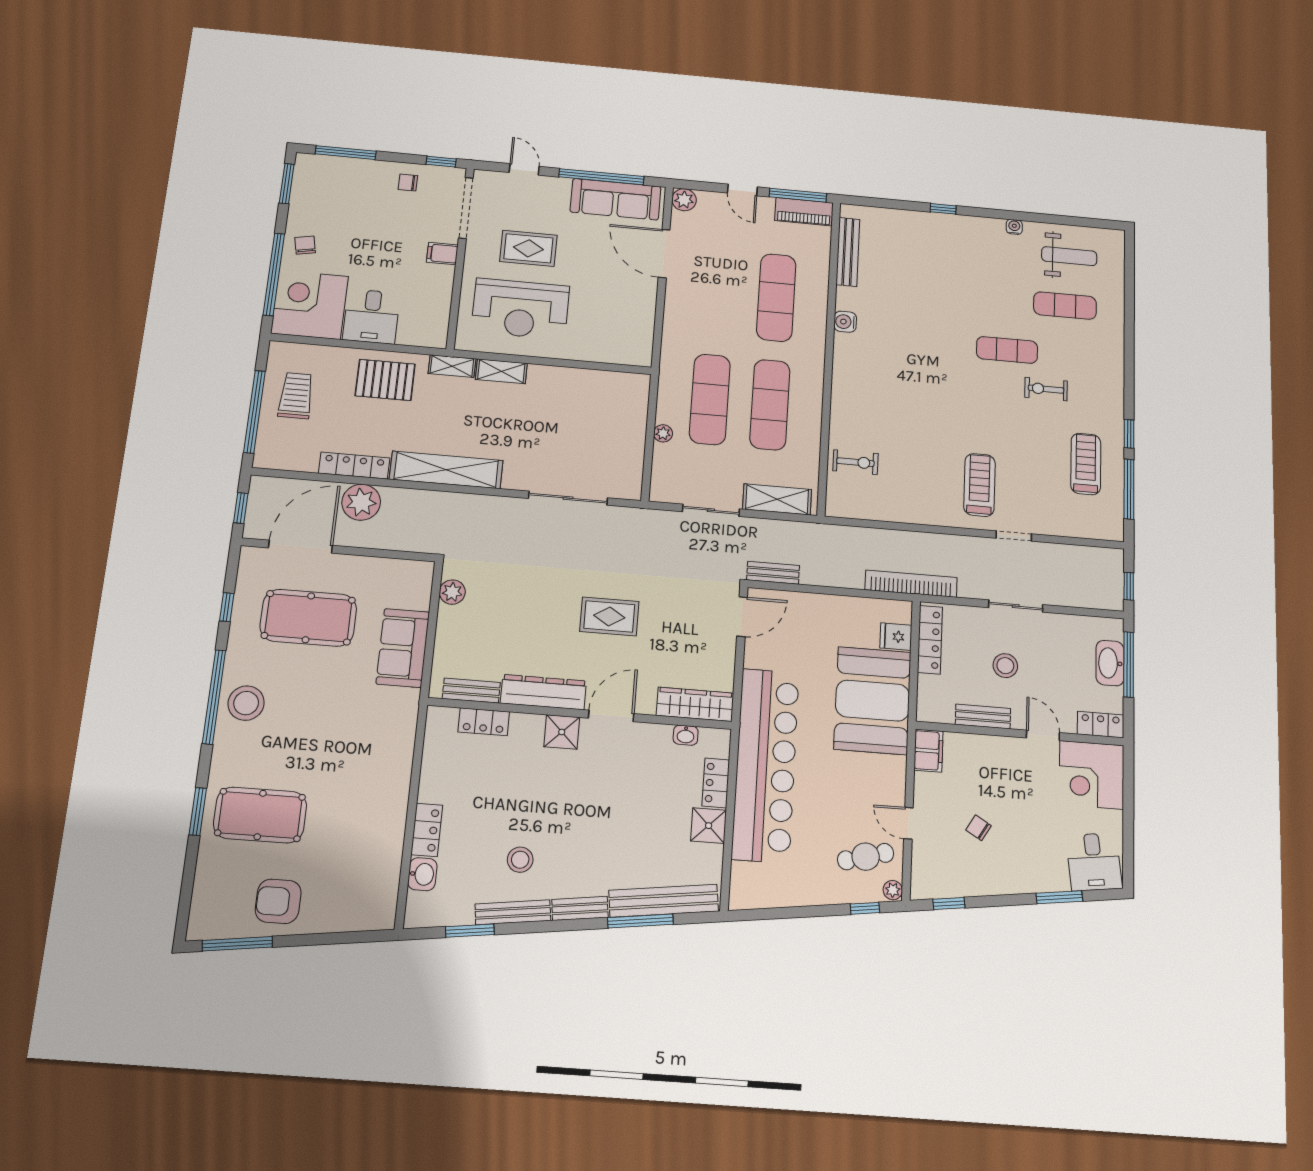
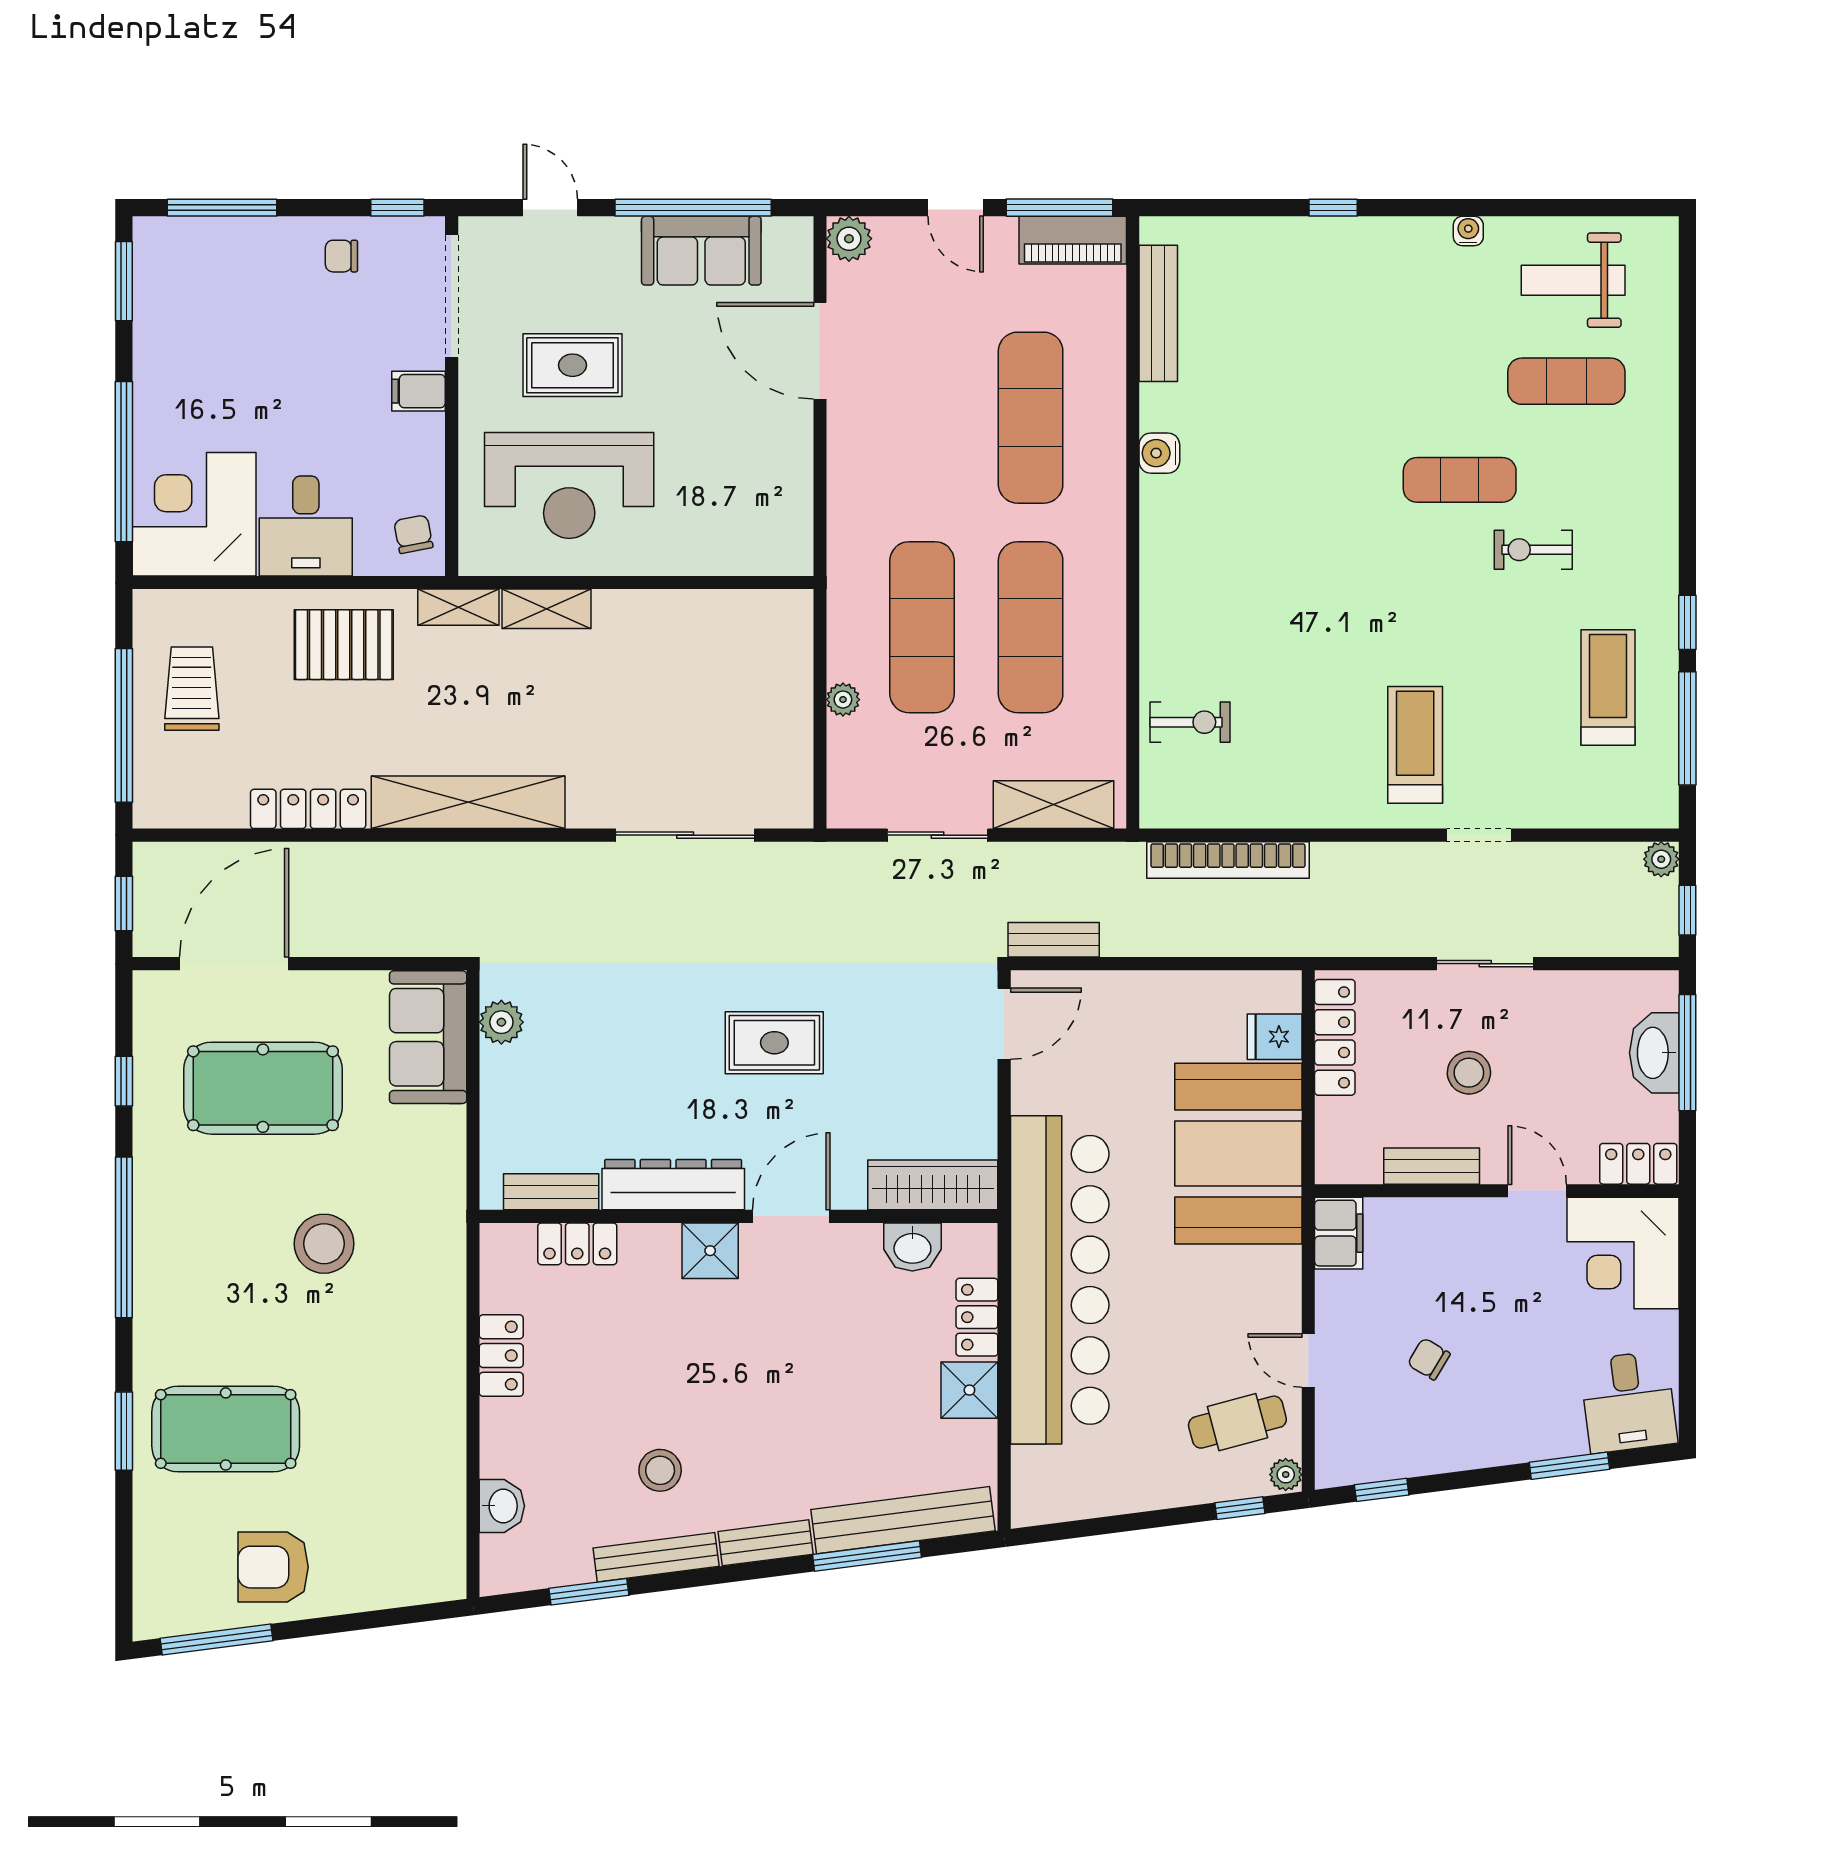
sofa: (616, 199) -> (701, 251), width x0.73
chair: (305, 245) -> (413, 534), moved
weight bench: (1069, 256) -> (1573, 280), turned 180
plant: (361, 502) -> (1661, 859), moved, width x0.53, depth x0.53
bookcase: (911, 584) -> (1228, 860), moved, turned 180
sofa: (403, 648) -> (428, 1037), moved
stool: (246, 703) -> (324, 1244), moved
washbasin: (686, 735) -> (912, 1247), width x1.38, depth x1.45
locker: (427, 830) -> (501, 1356), moved

